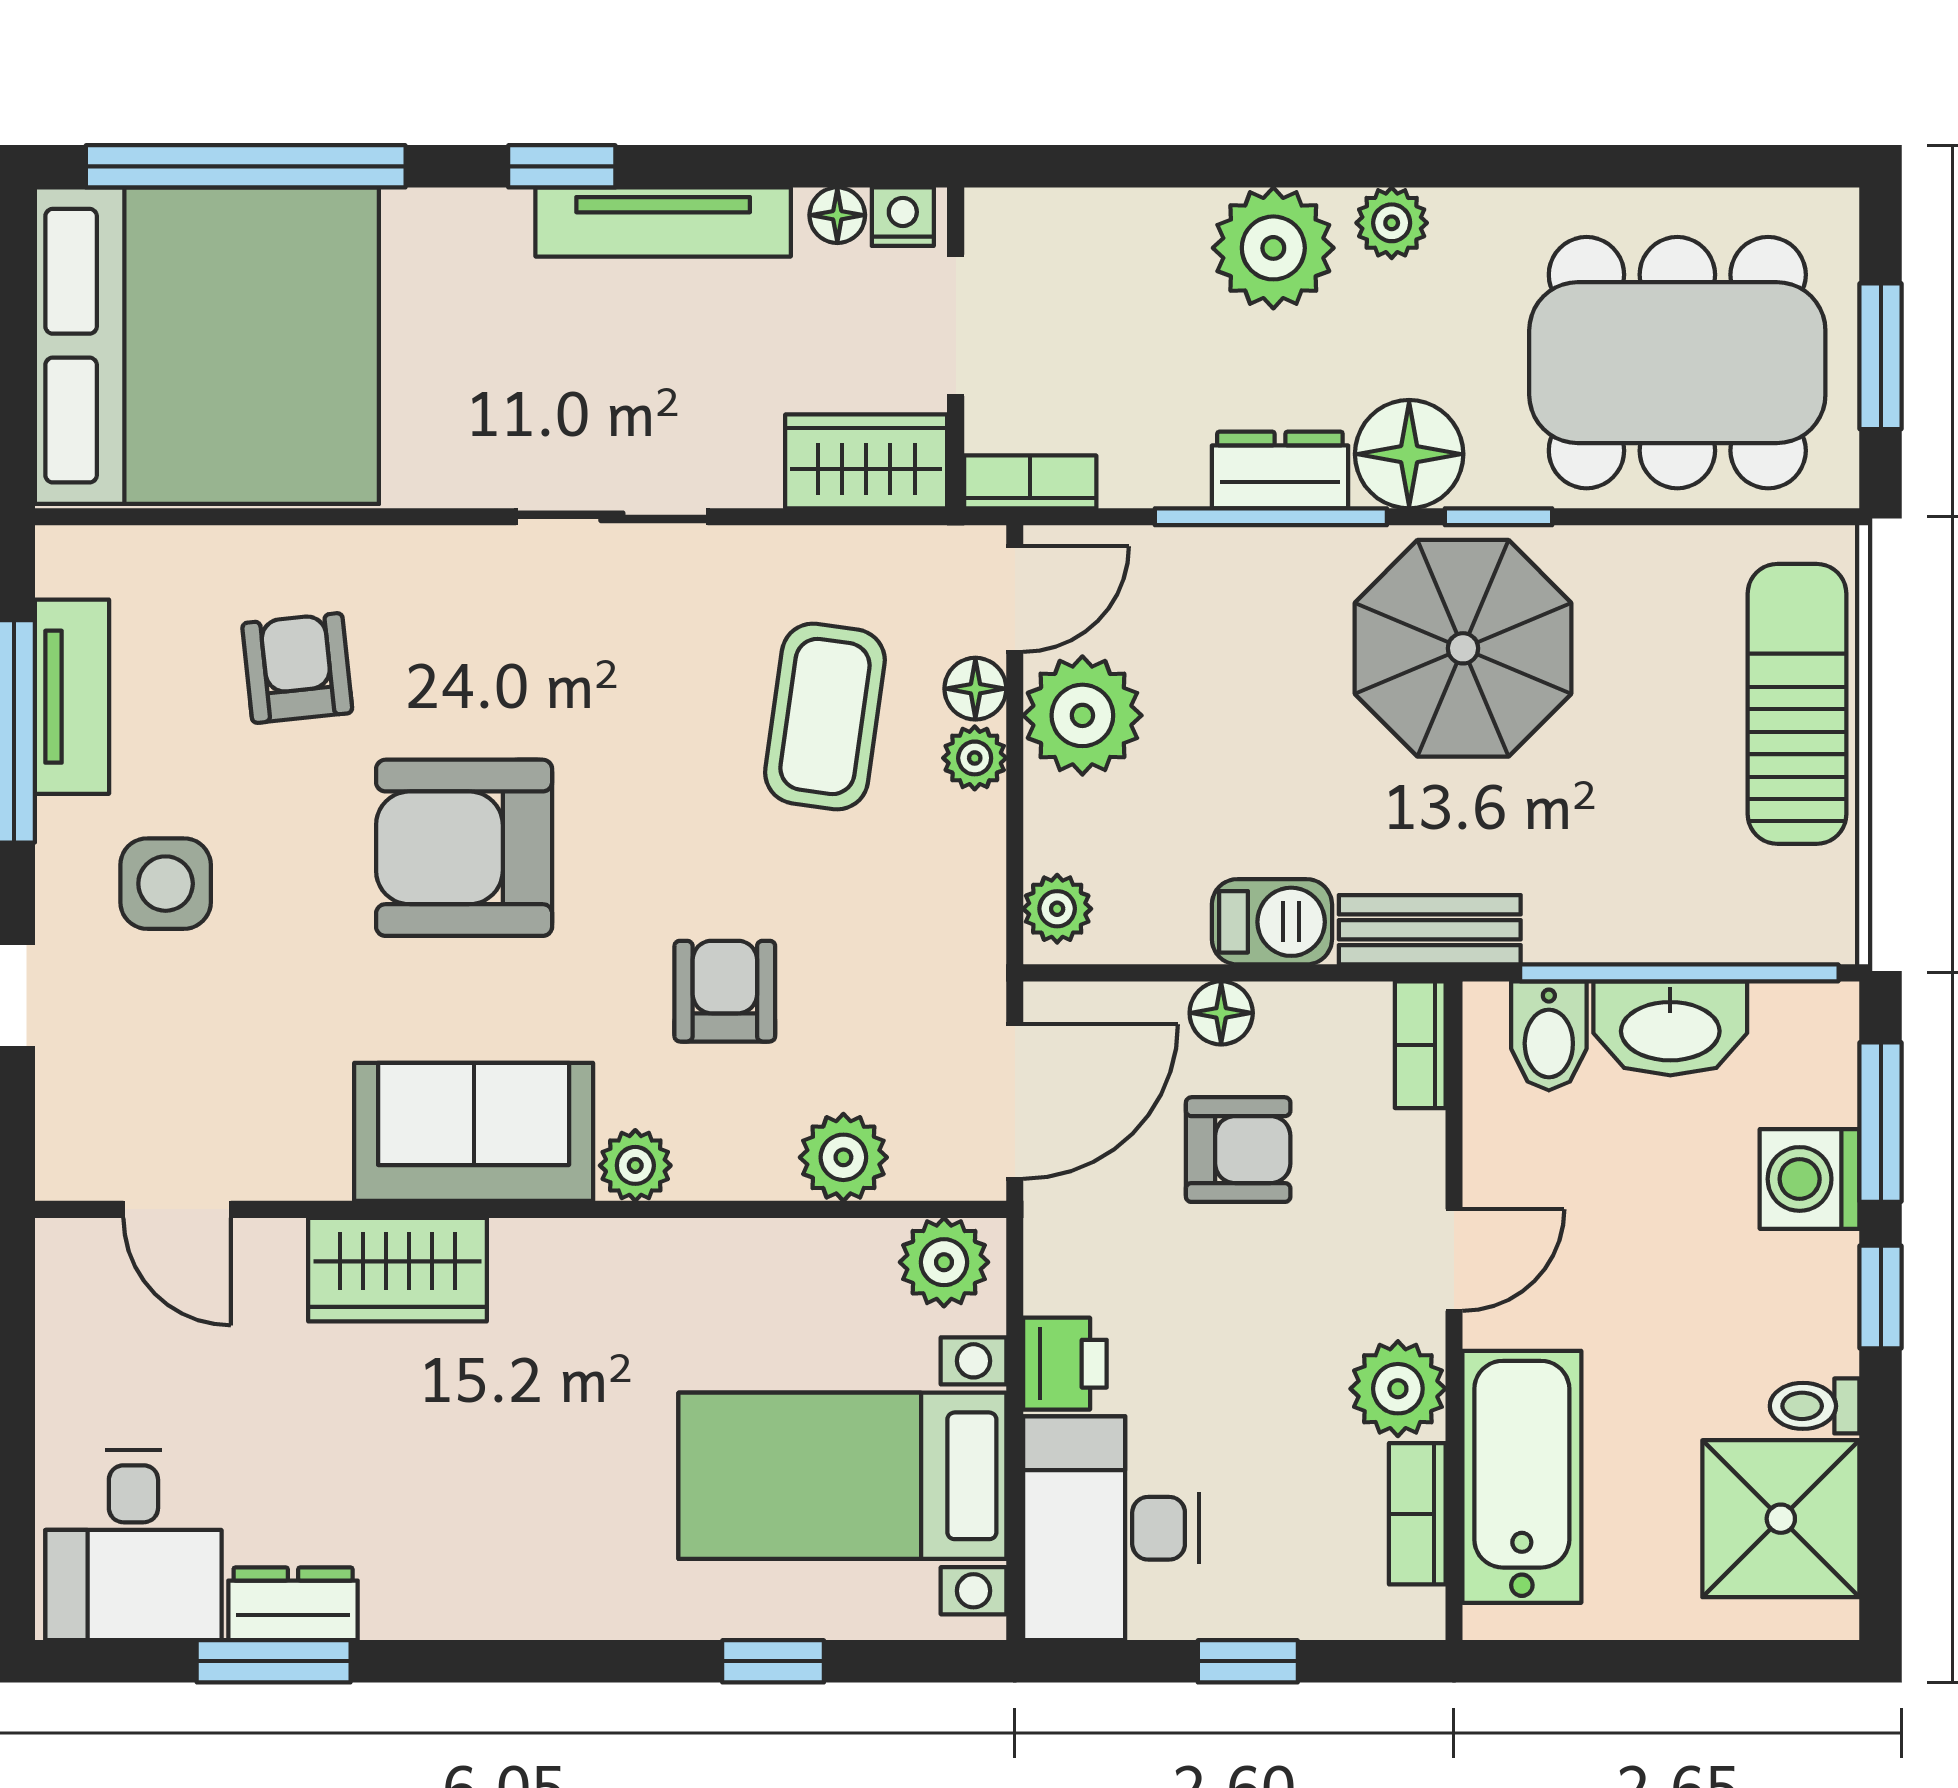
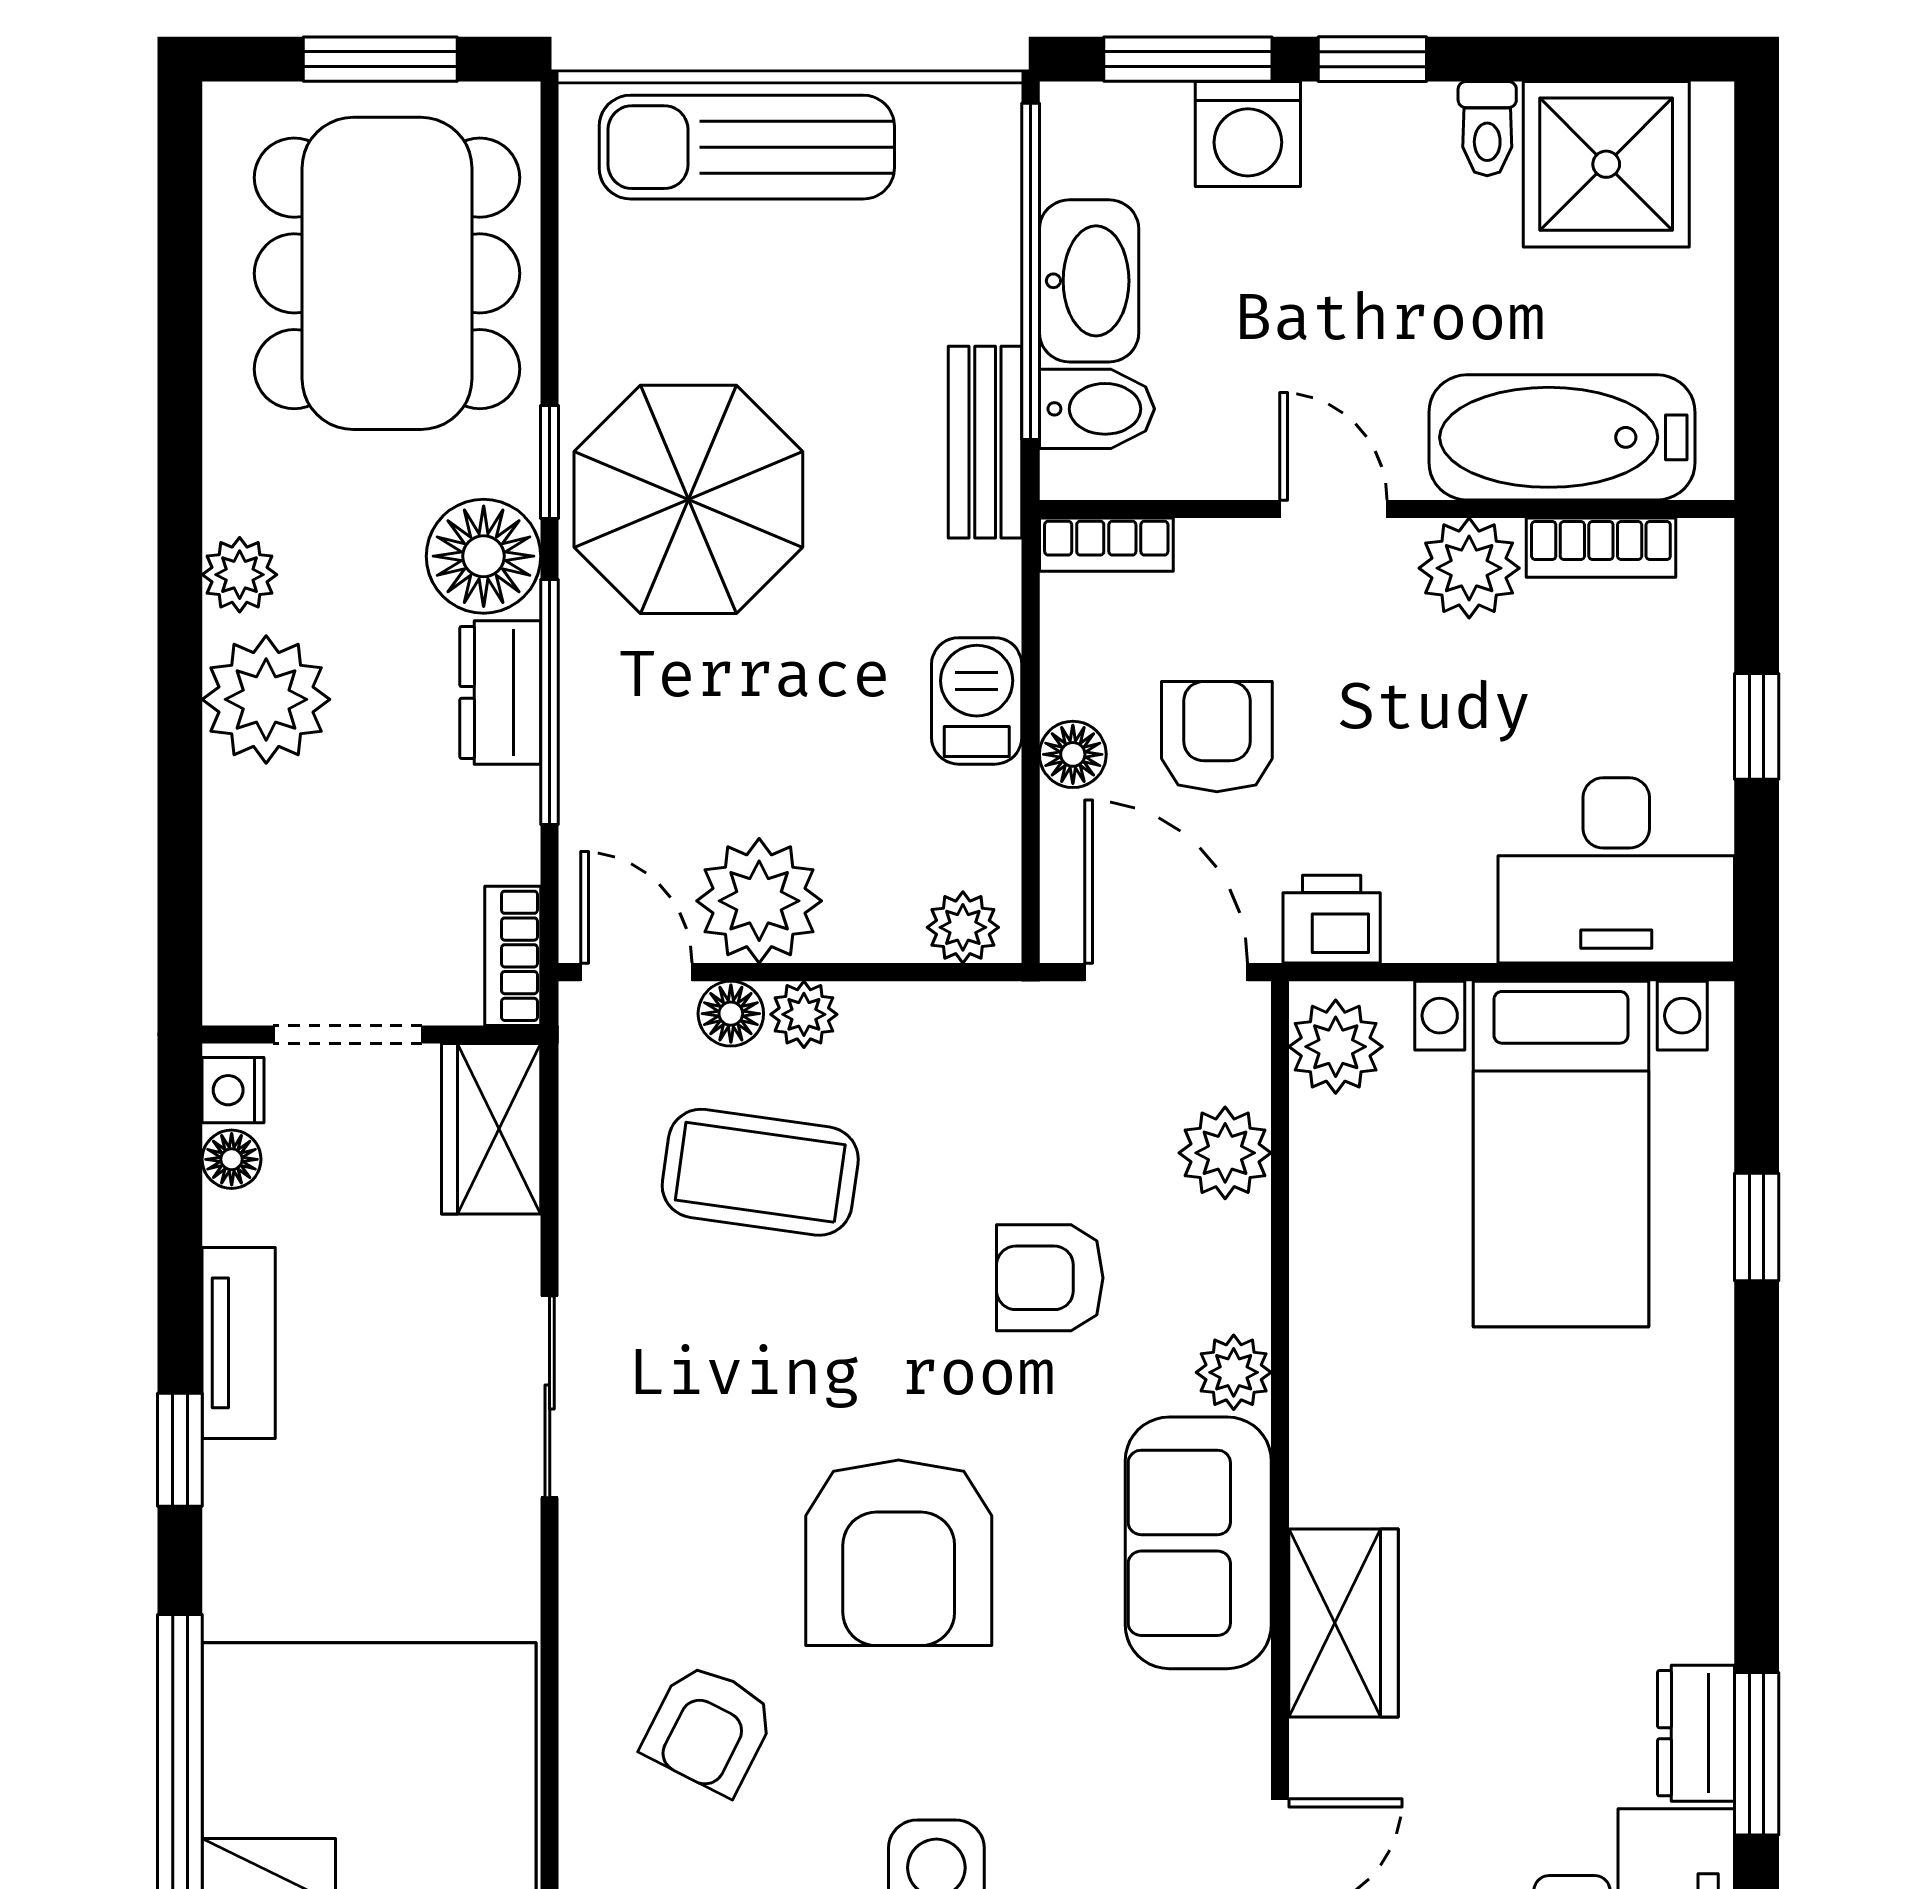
tv unit: (663, 222) -> (239, 1343), width x0.71
armchair: (297, 668) -> (709, 1729), turned -57
bench: (1430, 930) -> (985, 442), moved
printer: (1065, 1364) -> (1332, 919), moved

